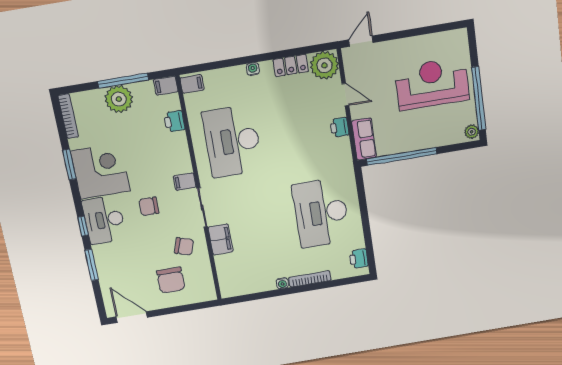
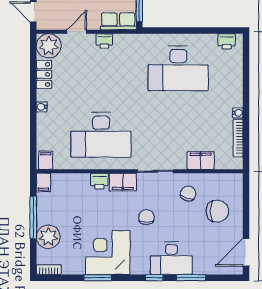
plant: (119, 99) -> (48, 237), moved
bookcase: (68, 116) -> (49, 270), width x0.64
printer: (174, 121) -> (99, 181), moved
filing cabinet: (185, 182) -> (123, 182), width x2.00
chair: (149, 206) -> (146, 217), turned 180
desk: (104, 220) -> (171, 258), moved
filing cabinet: (221, 239) -> (201, 160), moved
bookcase: (310, 279) -> (238, 138), moved

